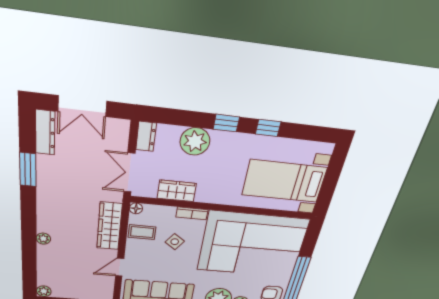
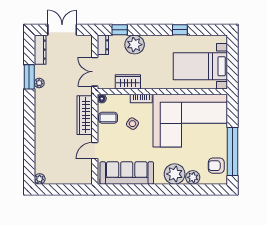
double door: (82, 106) -> (62, 30), swing flipped
window: (226, 123) -> (120, 30), moved
plant: (43, 239) -> (39, 83), moved

